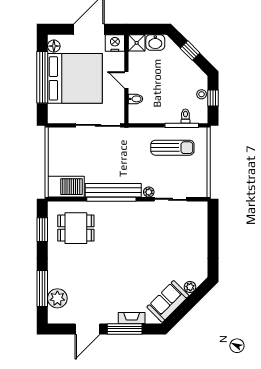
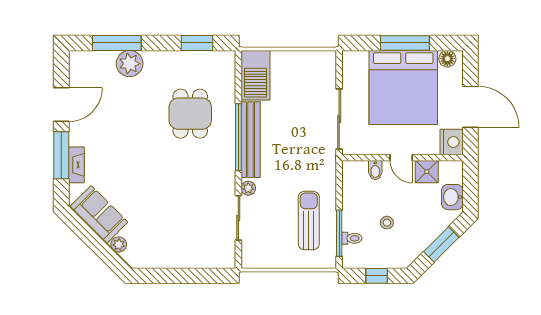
shower: (137, 43) -> (427, 172), moved
window: (190, 51) -> (441, 245), width x1.50
window: (42, 77) -> (405, 43), width x0.68
door: (126, 80) -> (401, 158), swing flipped
stool: (202, 94) -> (387, 223), moved
sun lounger: (172, 148) -> (309, 221), turned 180
dining table: (76, 228) -> (190, 114), moved
plant: (57, 298) -> (130, 64), moved
door: (87, 329) -> (61, 105), swing flipped

